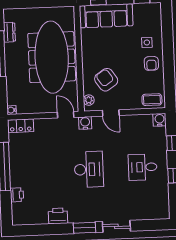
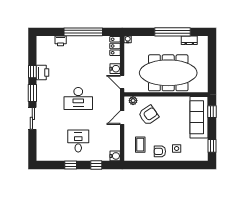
coffee table: (152, 100) -> (140, 145), moved
door: (66, 115) -> (122, 82), swing flipped
water cooler: (85, 123) -> (115, 69), moved
window: (57, 229) -> (32, 72), added

